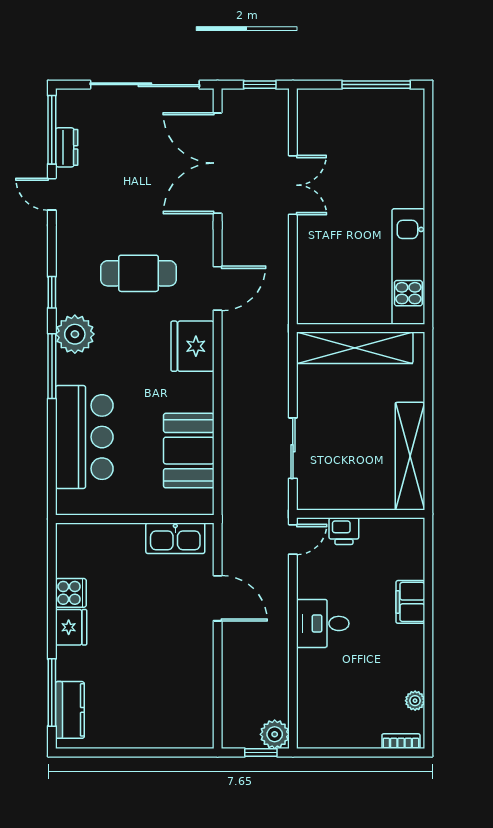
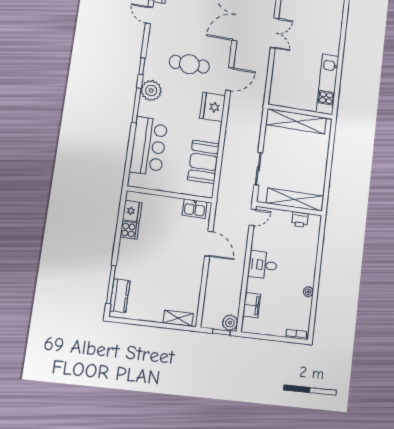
shelving: (410, 456) -> (295, 200), moved, turned 90
printer: (344, 531) -> (300, 220), moved
kitchen sink: (175, 538) -> (195, 209), width x0.73
filing cabinet: (410, 602) -> (252, 305), moved, turned 180
fridge: (71, 627) -> (132, 211), moved
plant: (415, 701) -> (308, 292), moved
shelving: (179, 737) -> (178, 318), added

